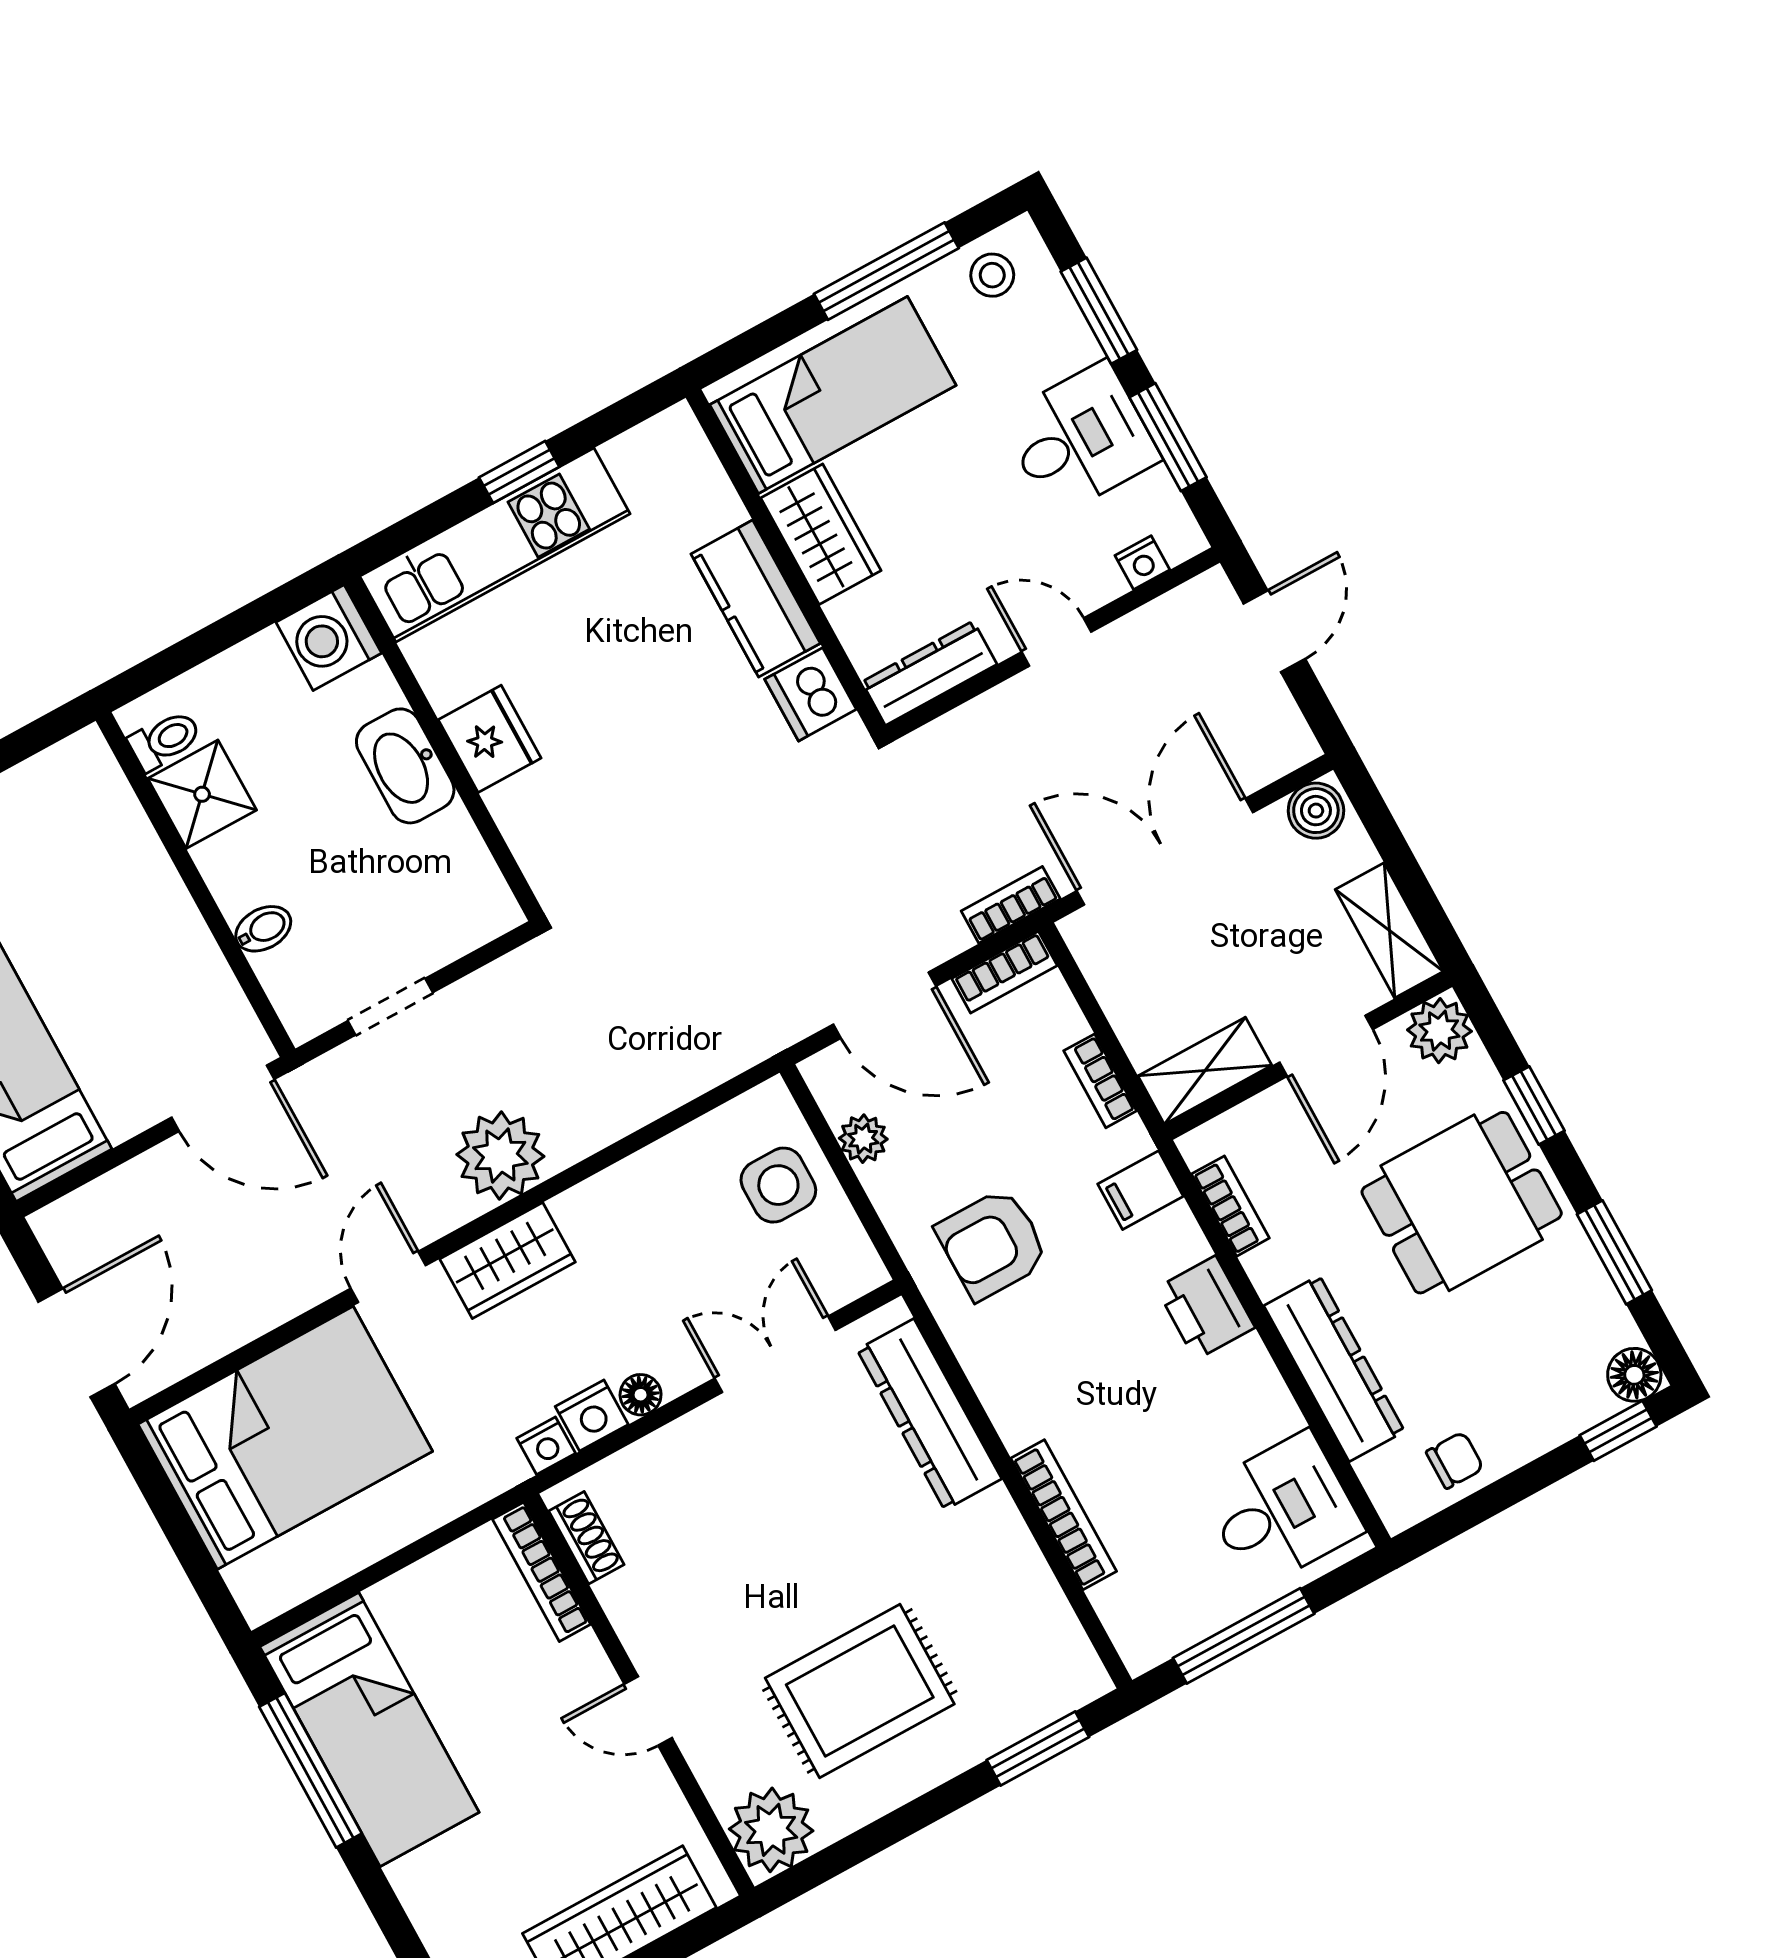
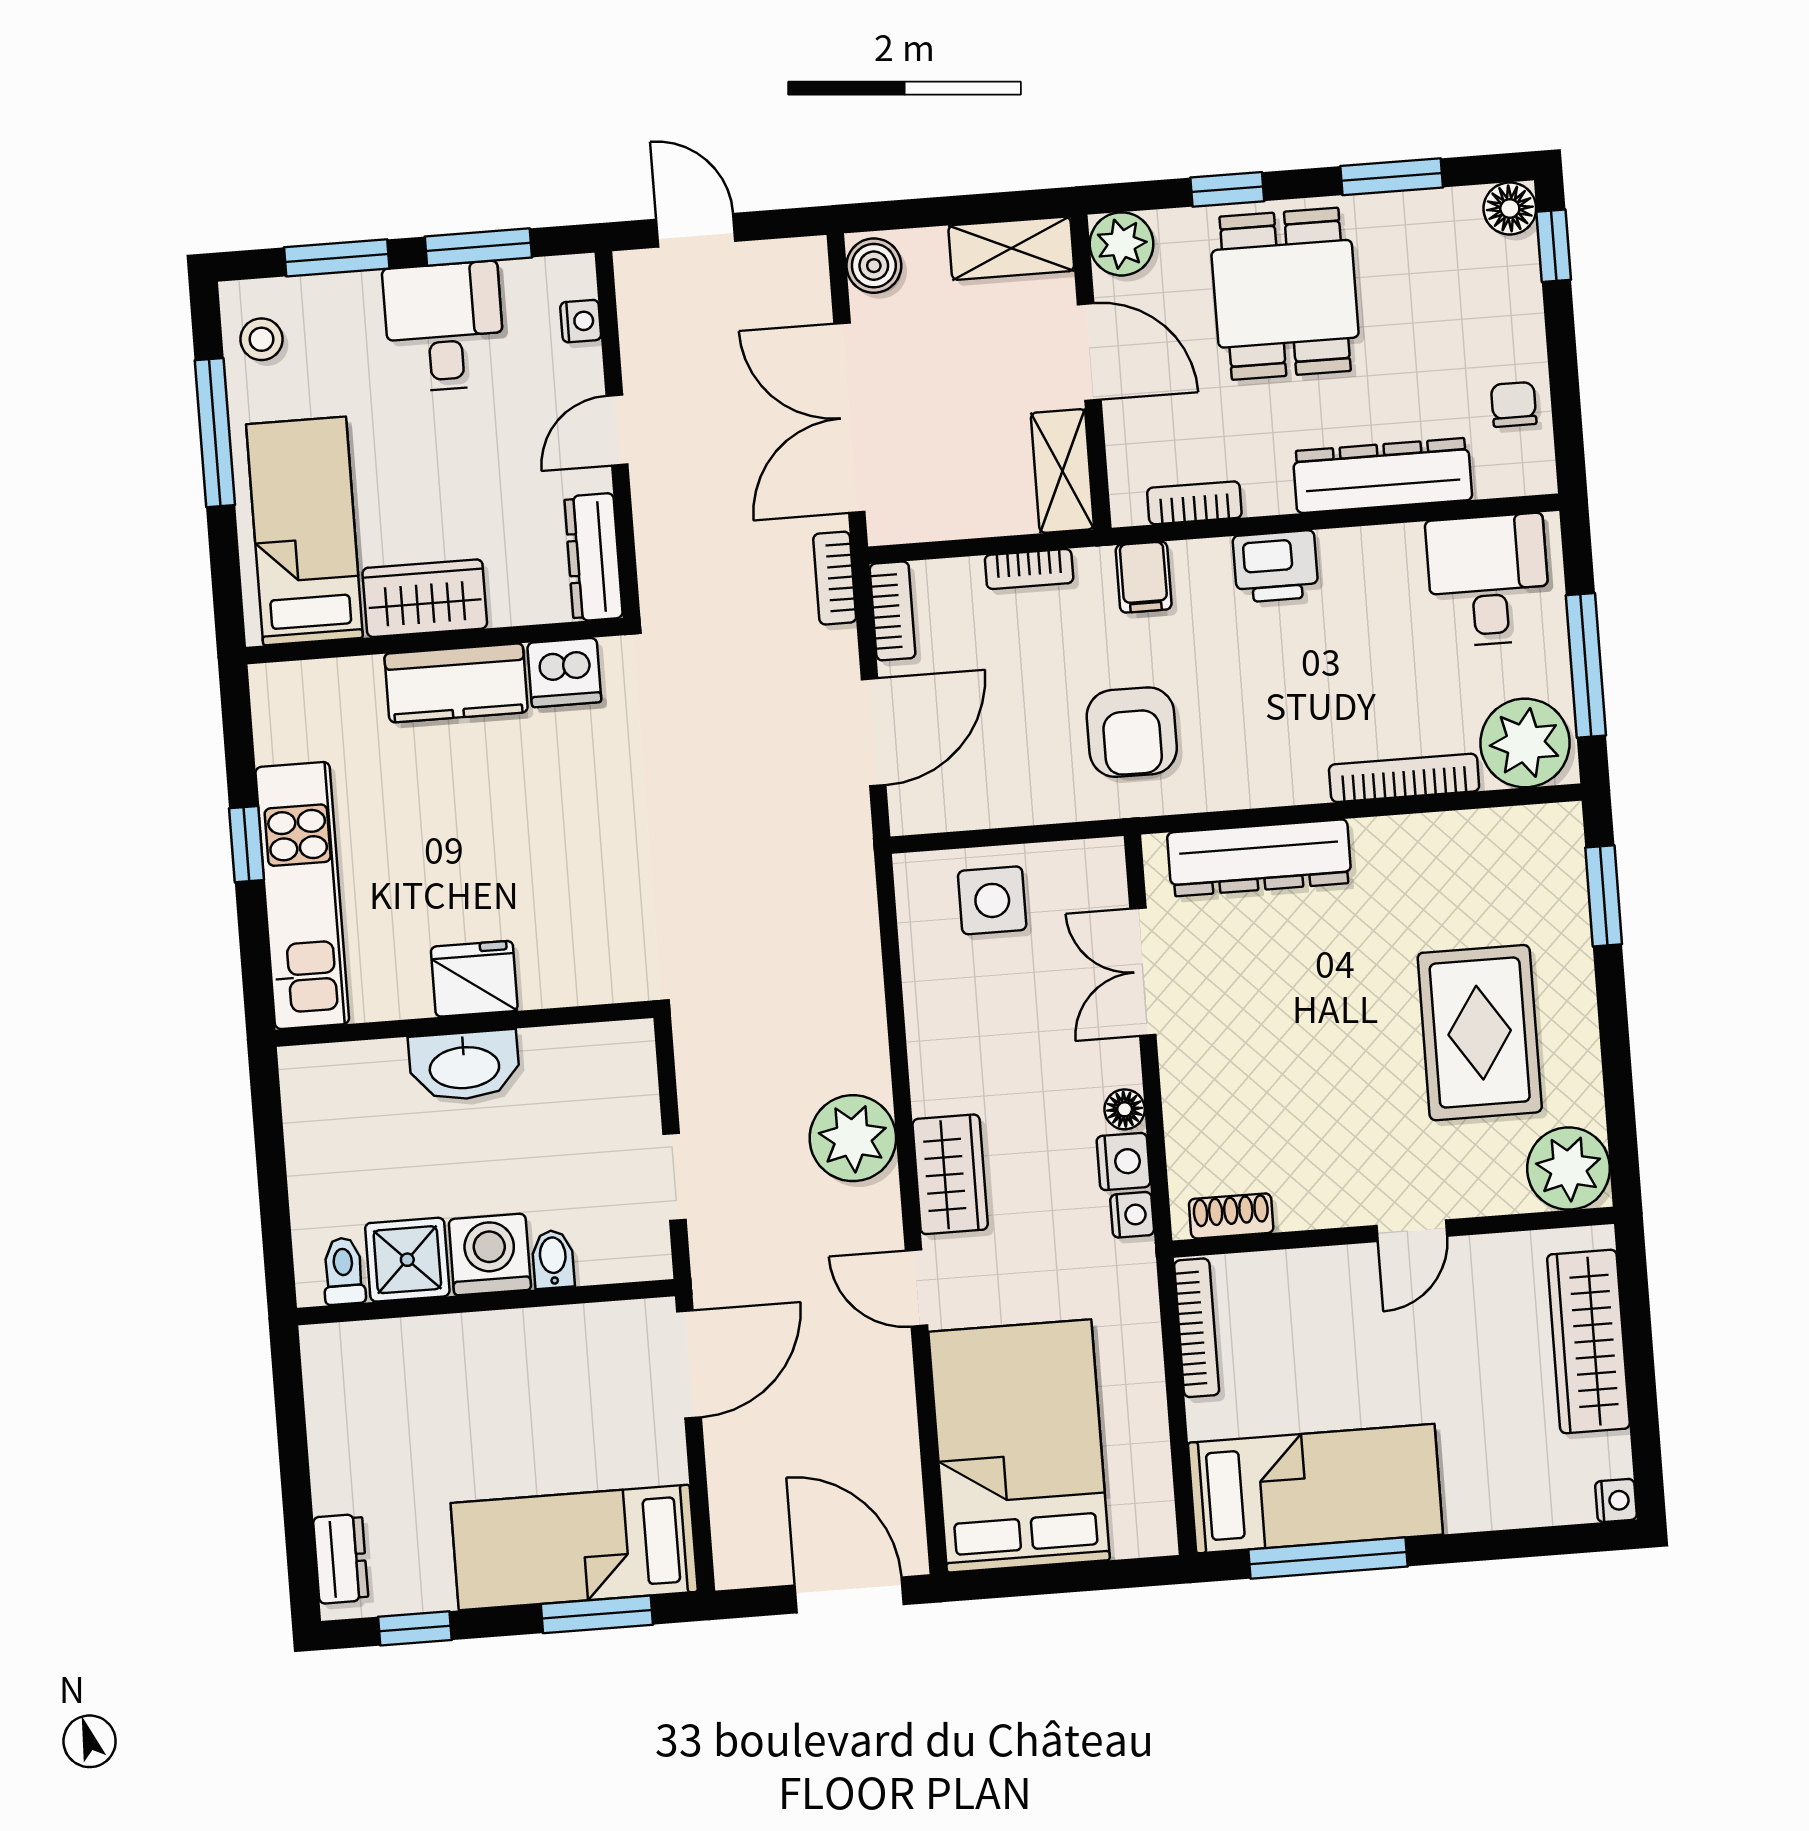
washing machine: (329, 638) -> (490, 1254), moved, turned 180
plant: (863, 1139) -> (1525, 743), moved, width x1.88, depth x1.88
bookcase: (541, 1572) -> (1197, 1328), moved, turned -90

